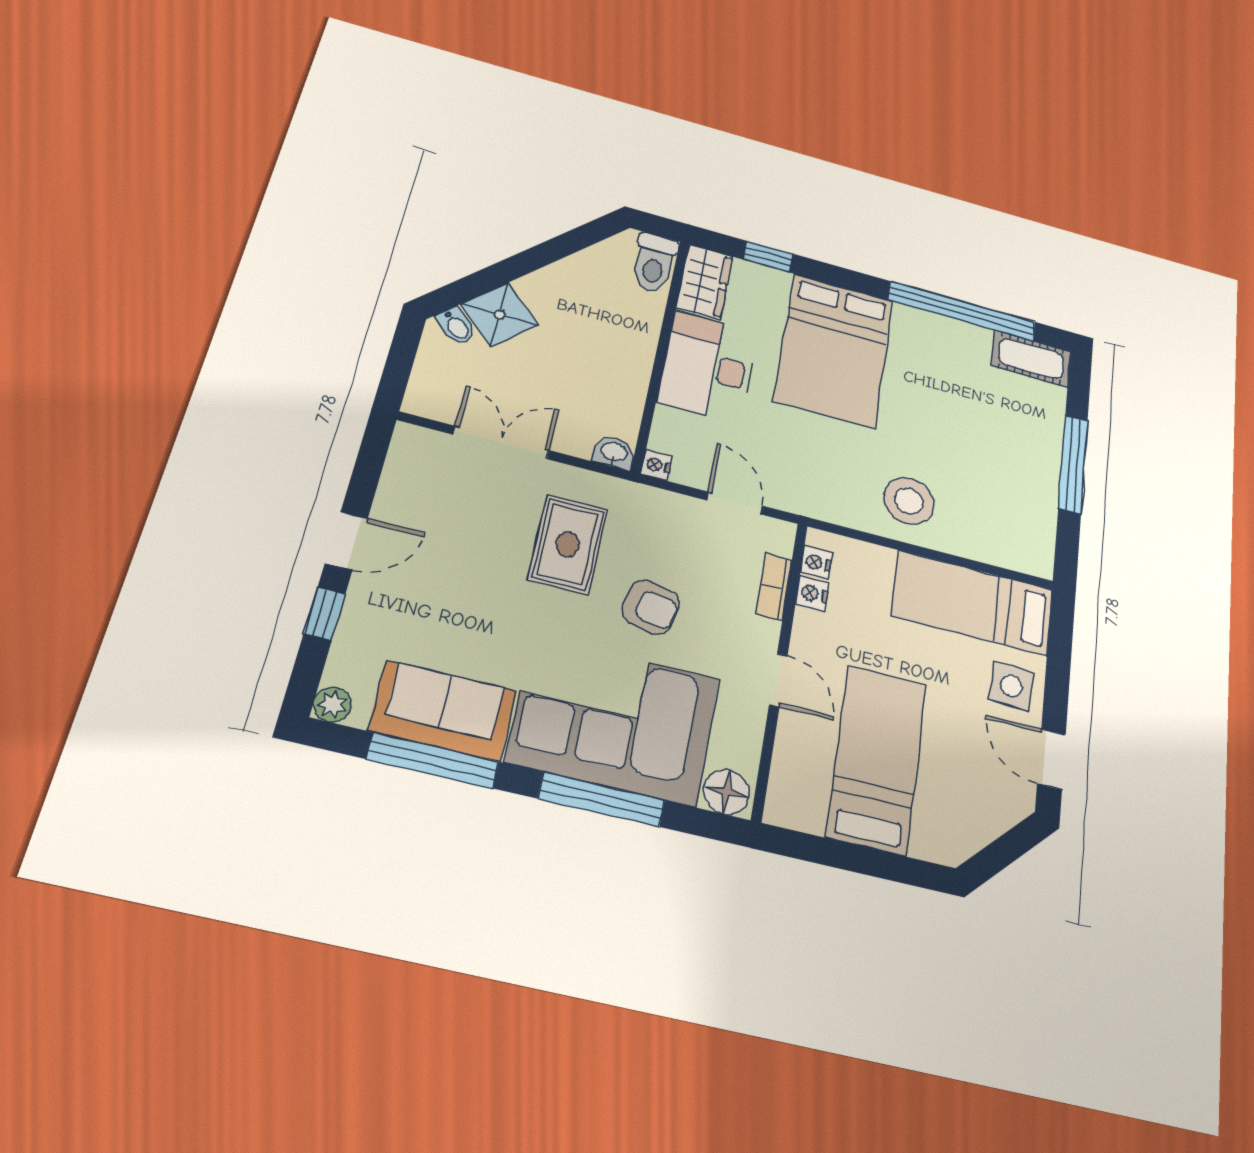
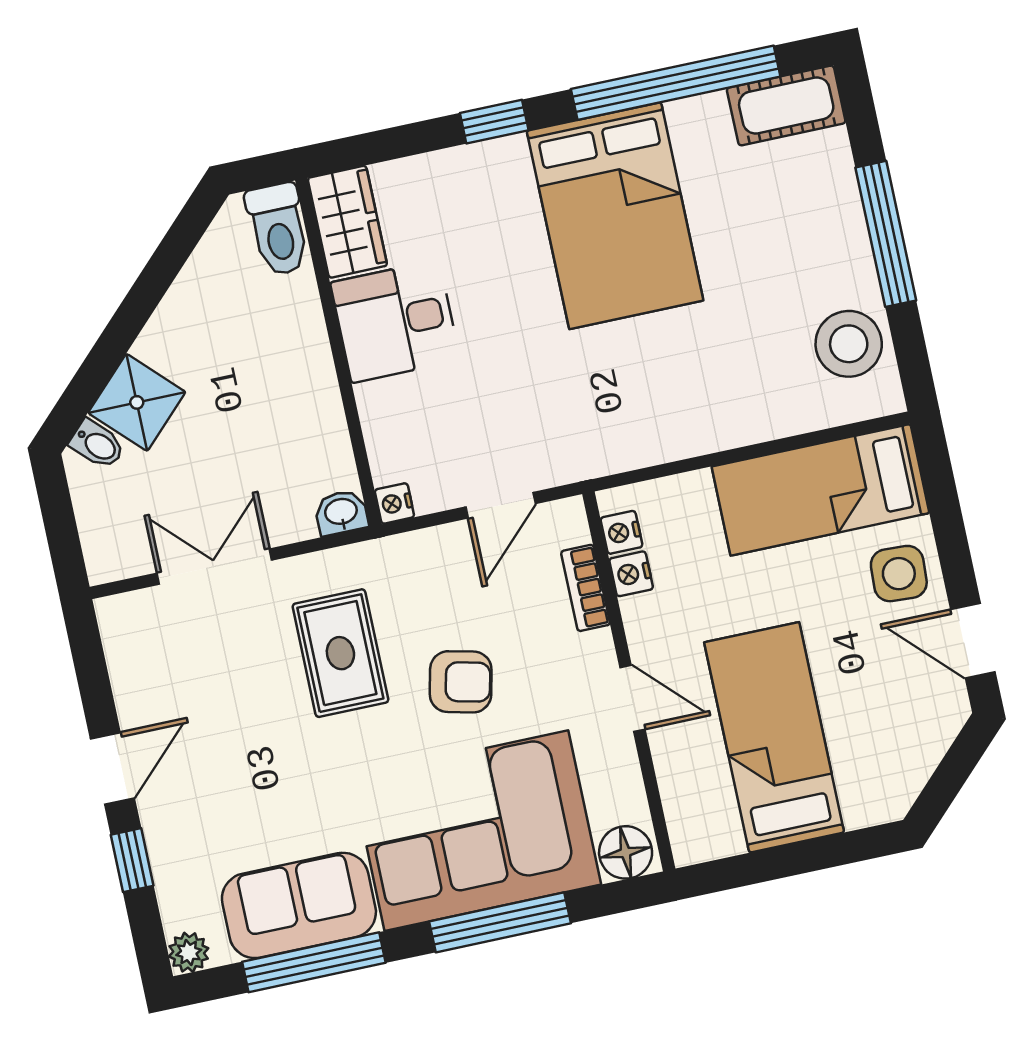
window: (768, 257) -> (494, 122), moved
bed: (834, 350) -> (615, 216), moved
desk: (708, 367) -> (395, 321), width x0.73
stool: (909, 501) -> (849, 344), moved
door: (734, 503) -> (501, 505), swing flipped

